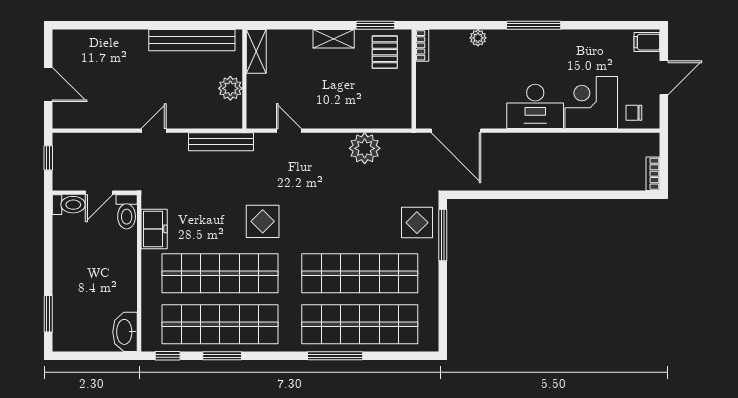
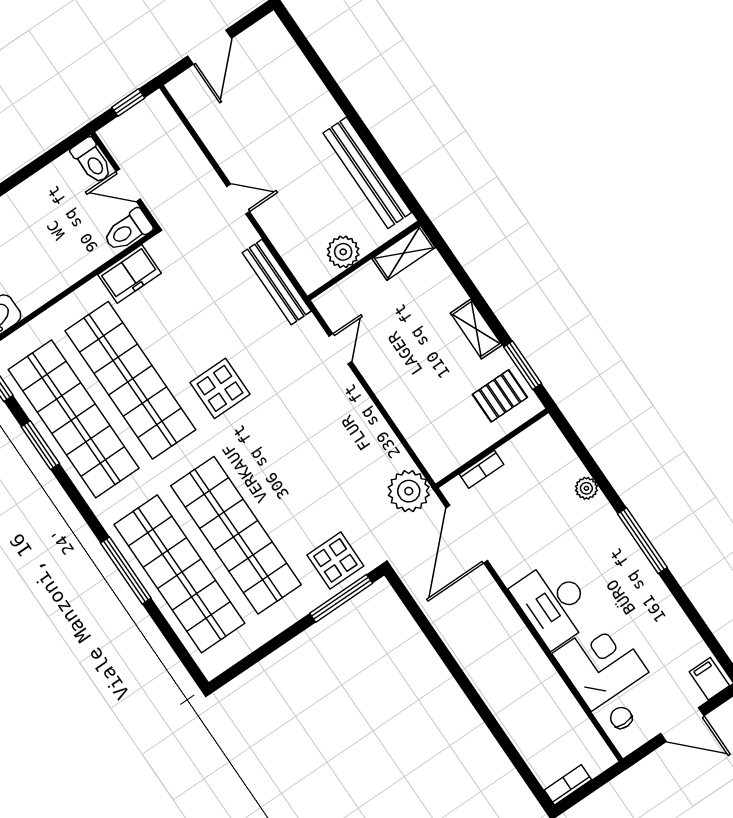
bookcase: (422, 45) -> (481, 469), moved
plant: (365, 148) -> (409, 491), moved

